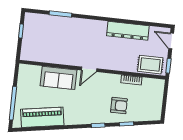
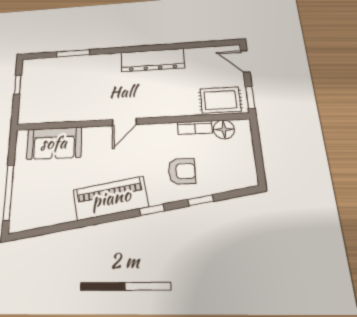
dresser: (128, 31) -> (153, 60), moved
sofa: (59, 78) -> (54, 143), moved
floor lamp: (148, 84) -> (224, 129), added
piano: (42, 117) -> (111, 198), moved

